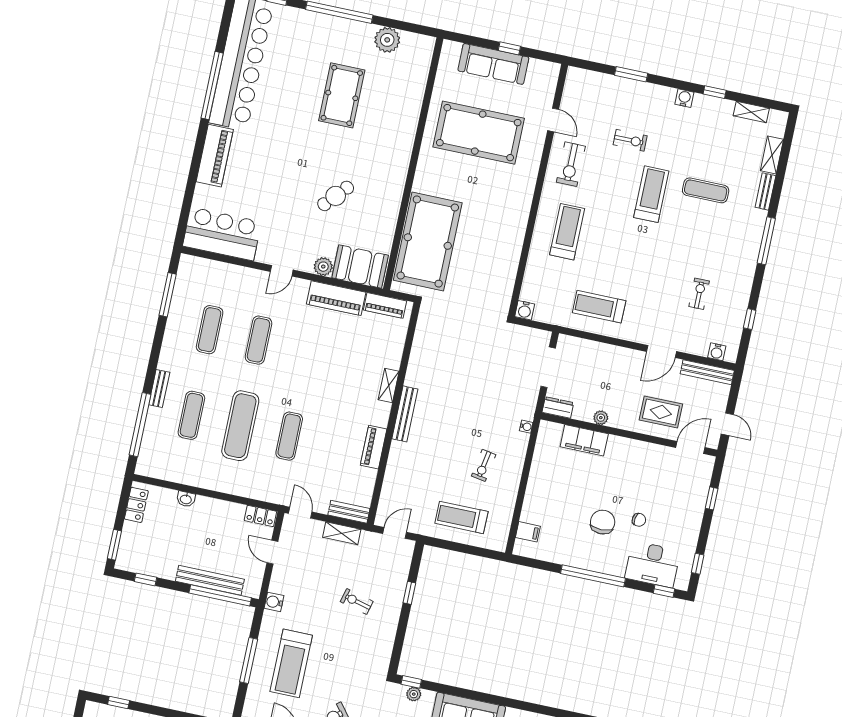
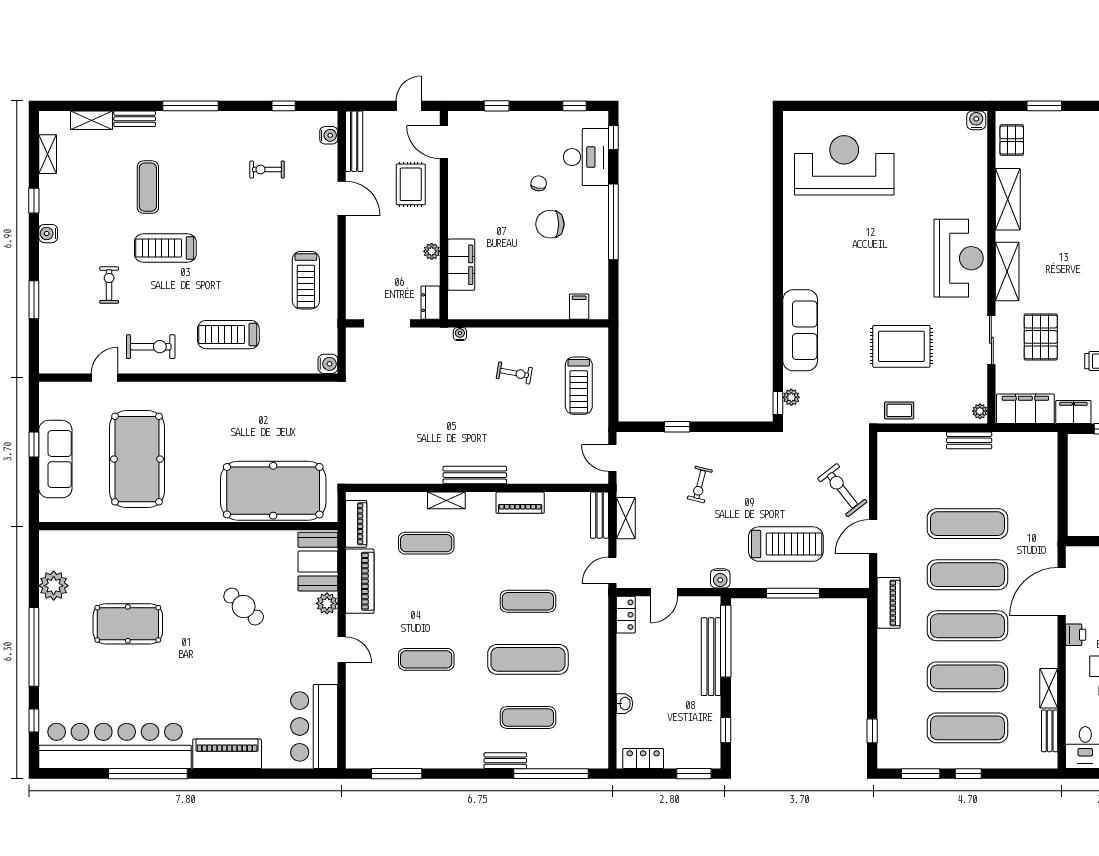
exercise mat: (210, 330) -> (426, 543), moved

